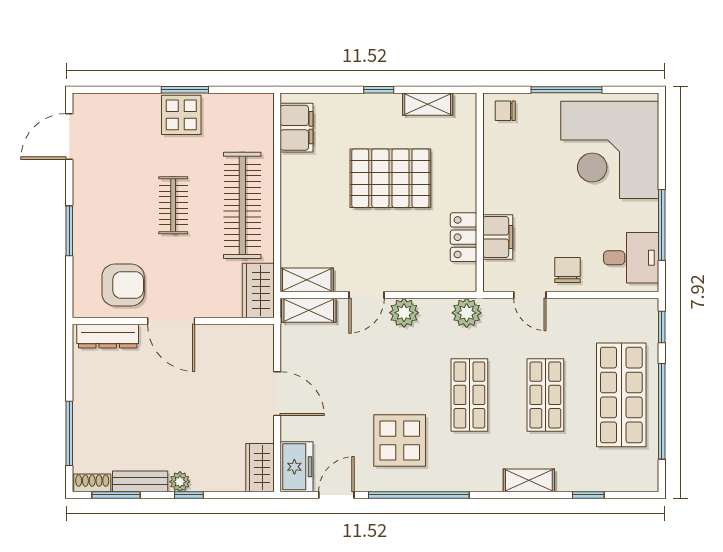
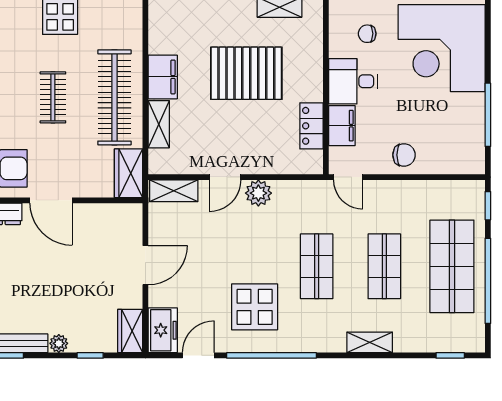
chair: (505, 111) -> (367, 34), moved
filing cabinet: (297, 128) -> (163, 77), moved
desk: (631, 258) -> (353, 81), moved, turned 180
chair: (567, 270) -> (404, 155), turned 90
shelving: (307, 280) -> (159, 124), moved, turned 90
door: (530, 295) -> (348, 177), moved
plant: (467, 313) -> (314, 193), removed
door: (277, 394) -> (145, 265), hinge flipped
window: (189, 495) -> (90, 355), moved
window: (588, 495) -> (450, 355), moved

